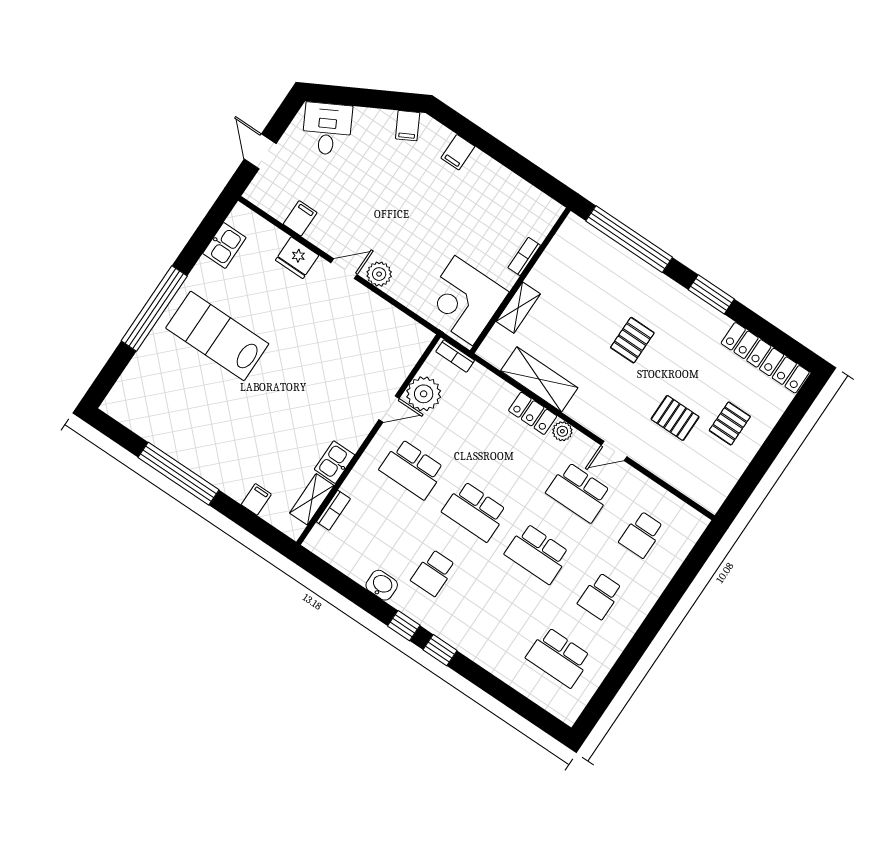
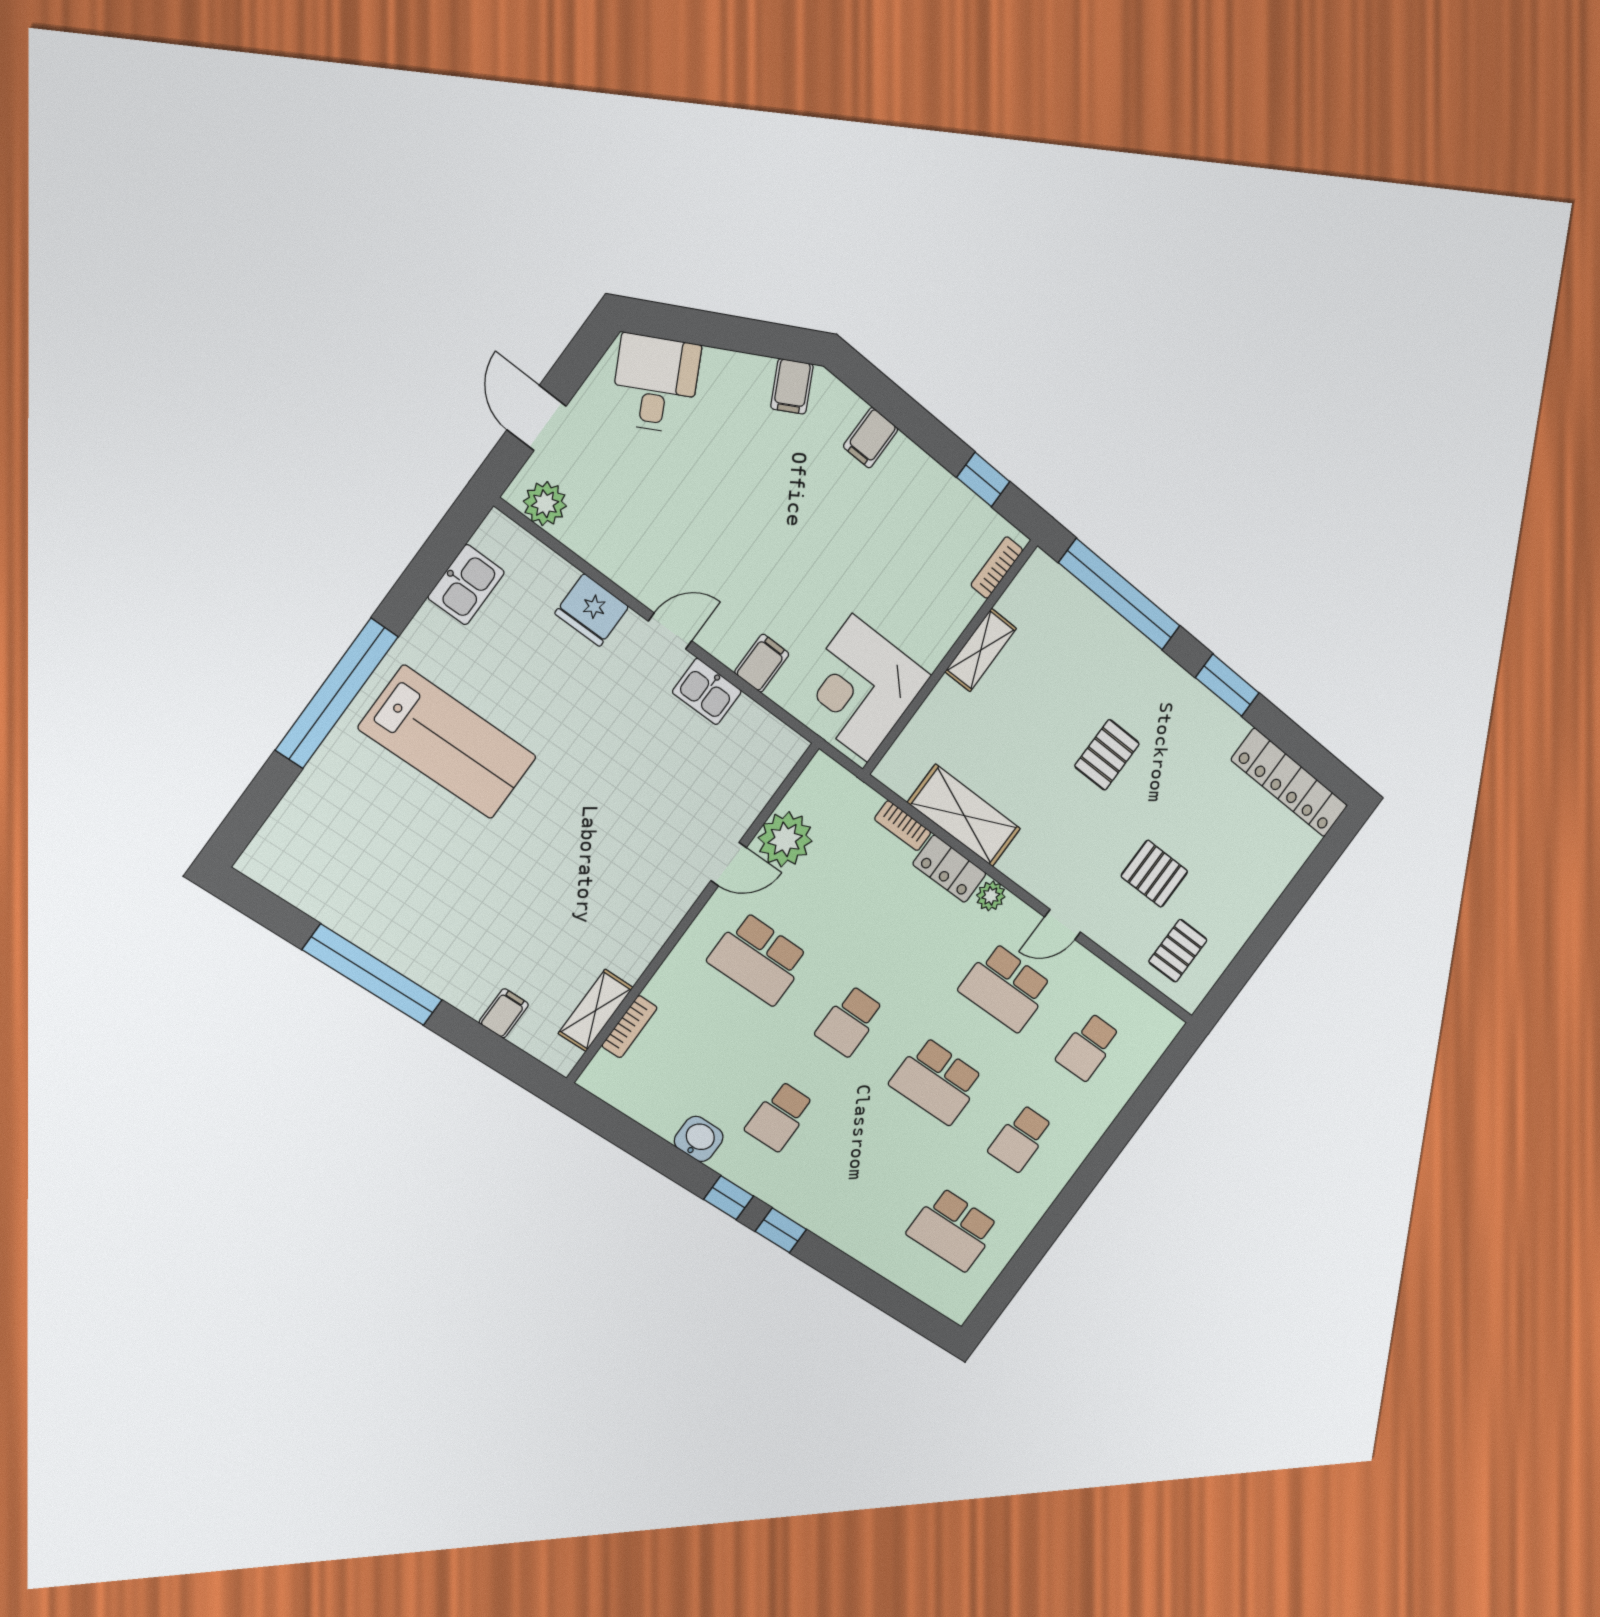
window: (531, 173) -> (983, 479), added
filing cabinet: (300, 218) -> (762, 663), moved
bookcase: (524, 256) -> (997, 568), moved
plant: (379, 274) -> (545, 504), moved
shelving: (518, 308) -> (981, 650), moved
lab bench: (217, 336) -> (448, 743), turned 180
bookcase: (455, 356) -> (903, 826), moved
pallet: (730, 423) -> (1178, 951), moved
kitchen sink: (334, 462) -> (707, 692), moved, turned -90
school desk: (475, 511) -> (850, 1021), width x0.54

